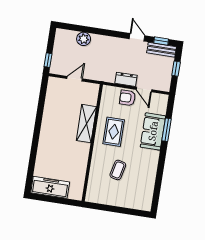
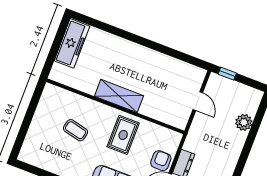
shelving: (86, 124) -> (119, 96), moved
rug: (114, 132) -> (123, 135), turned 90

